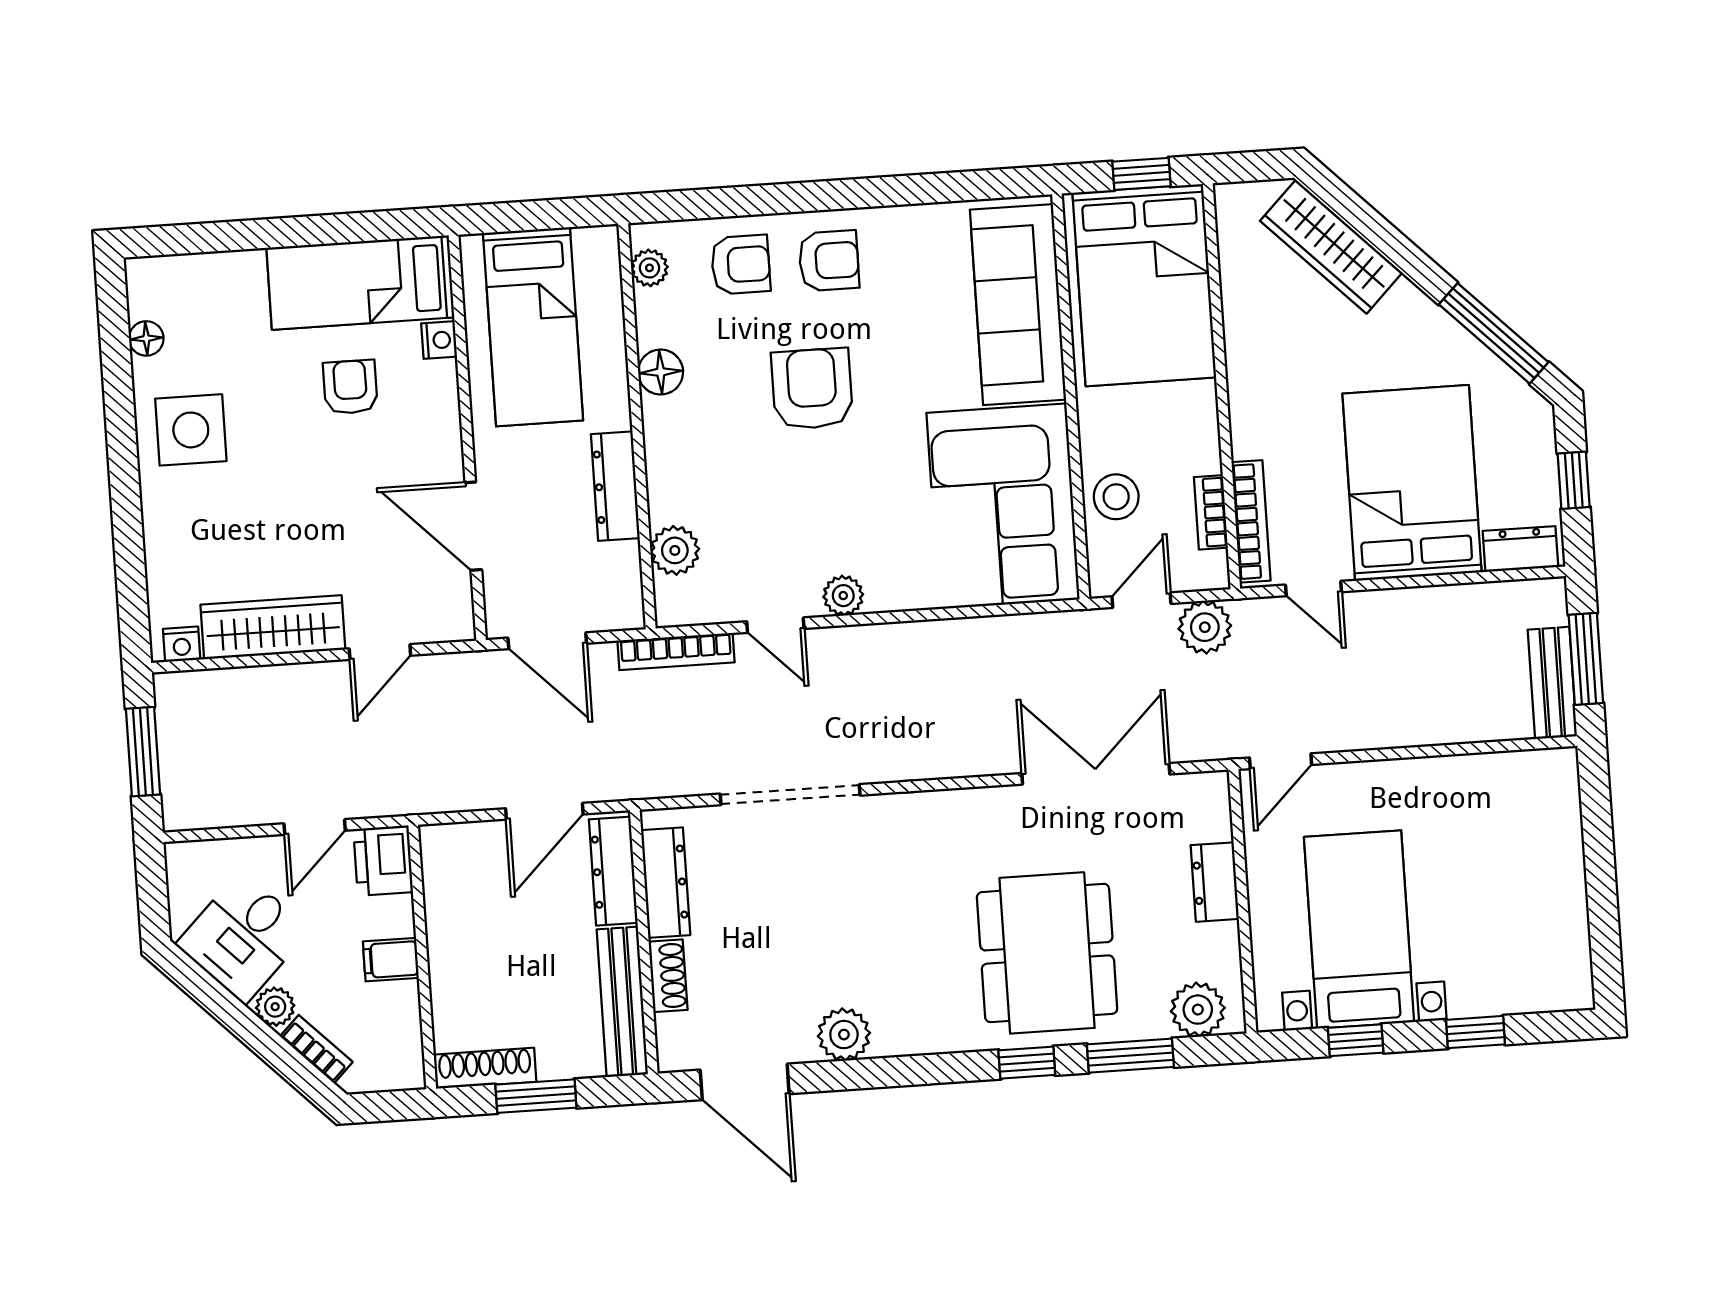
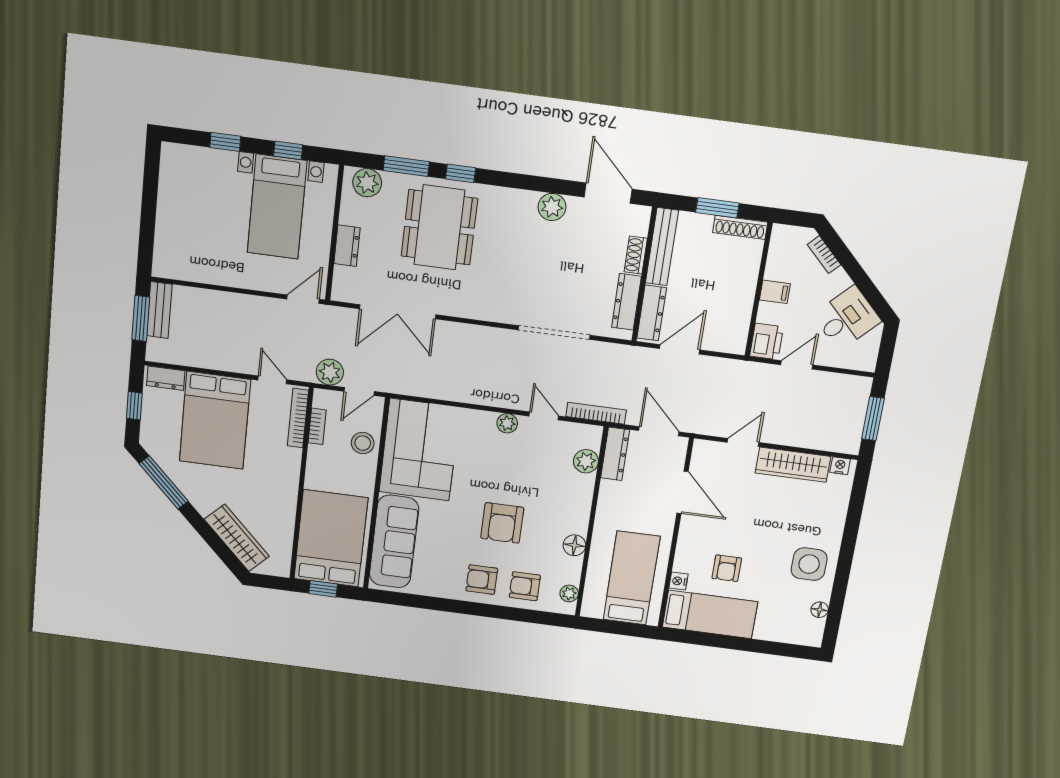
dresser: (615, 486) -> (615, 454), moved
plant: (275, 1007) -> (840, 280), removed

